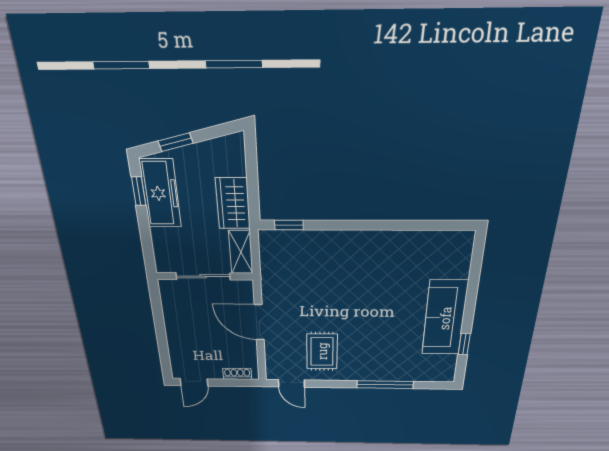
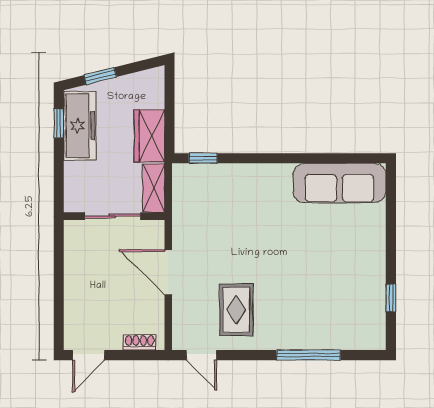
sofa: (445, 318) -> (340, 183), moved, turned -90

